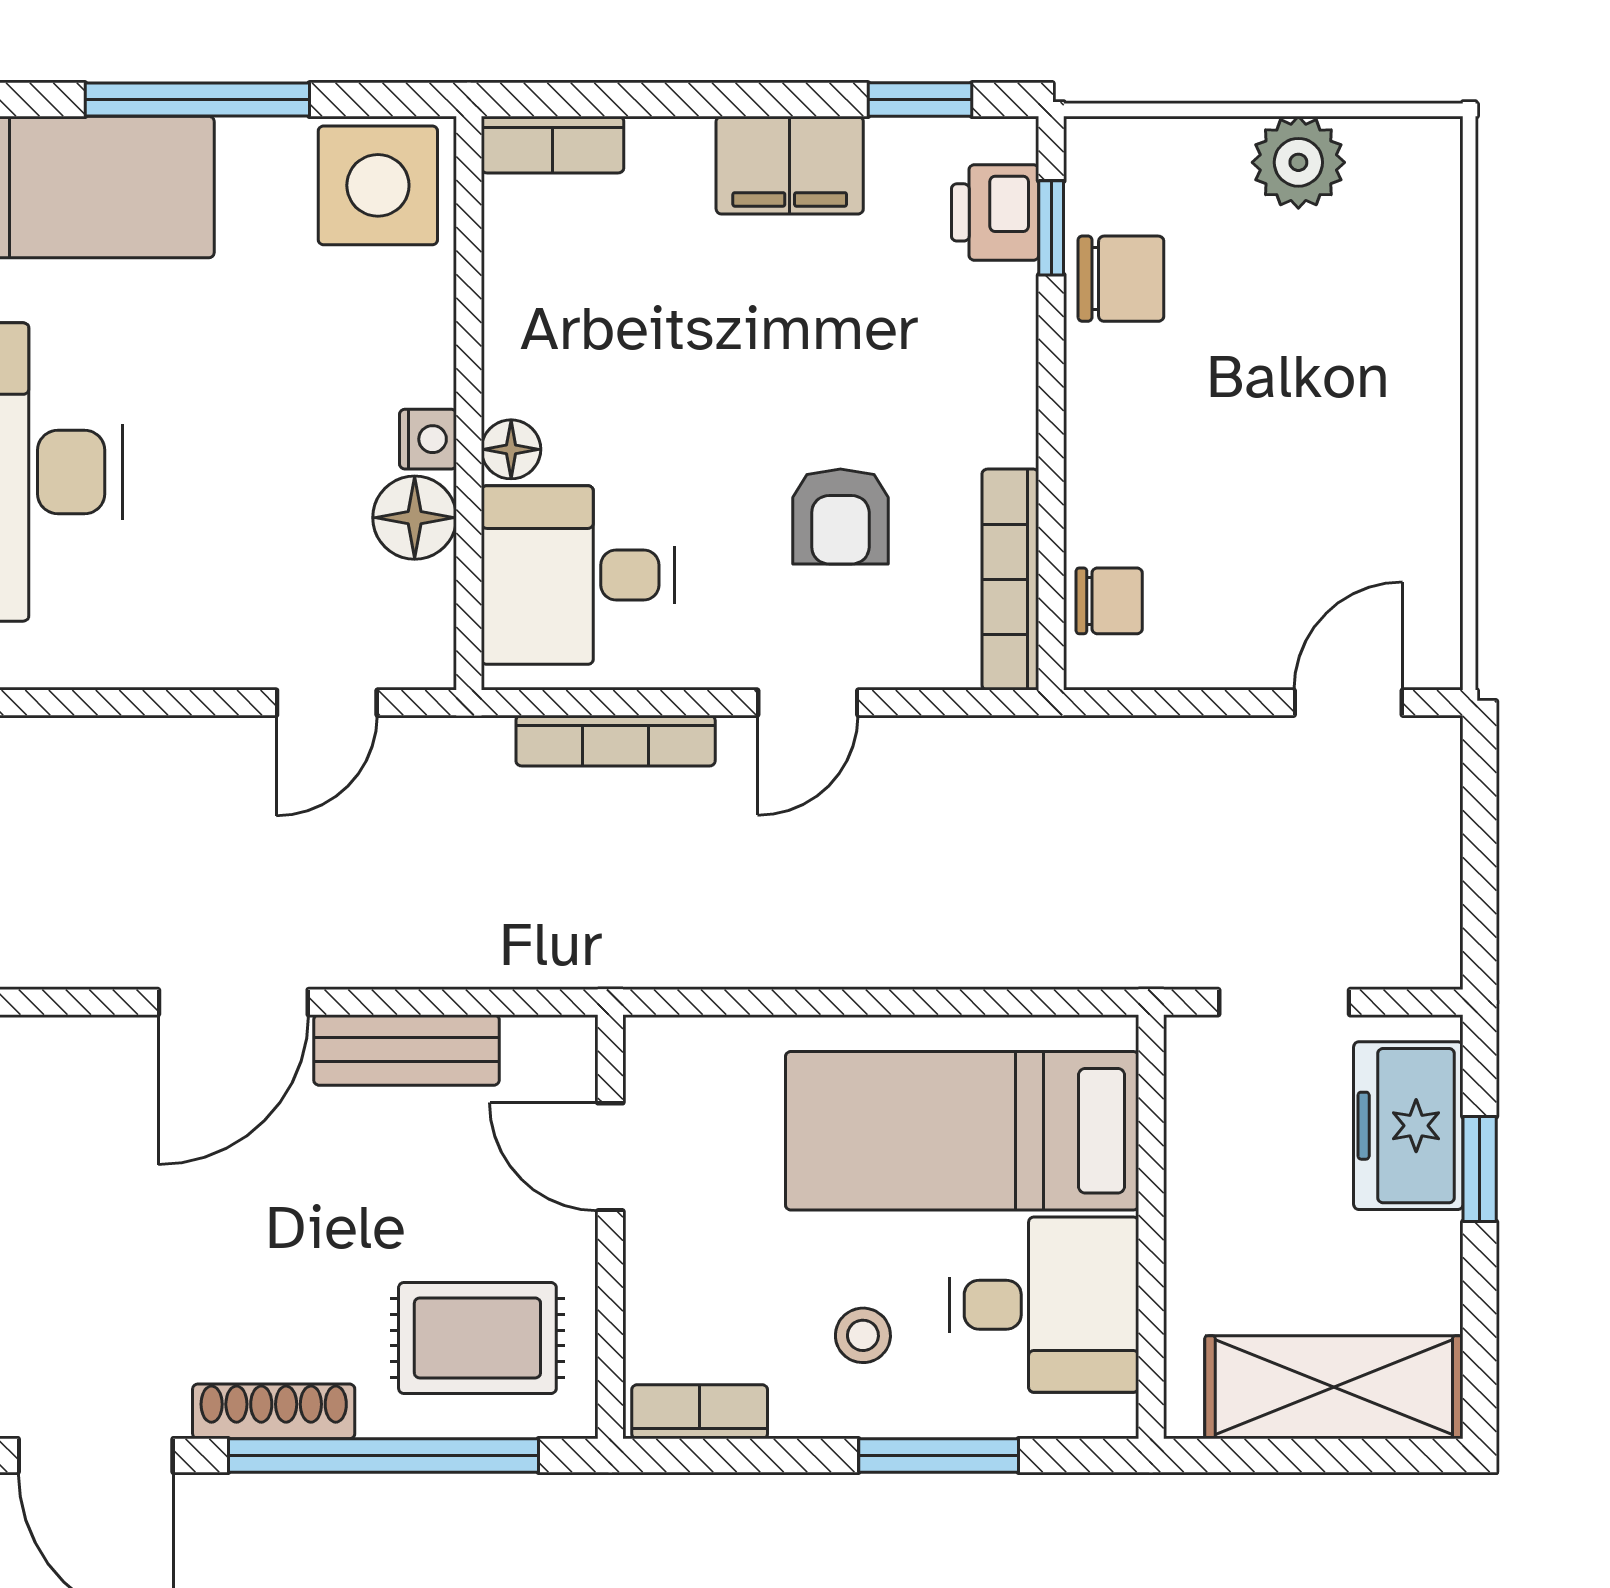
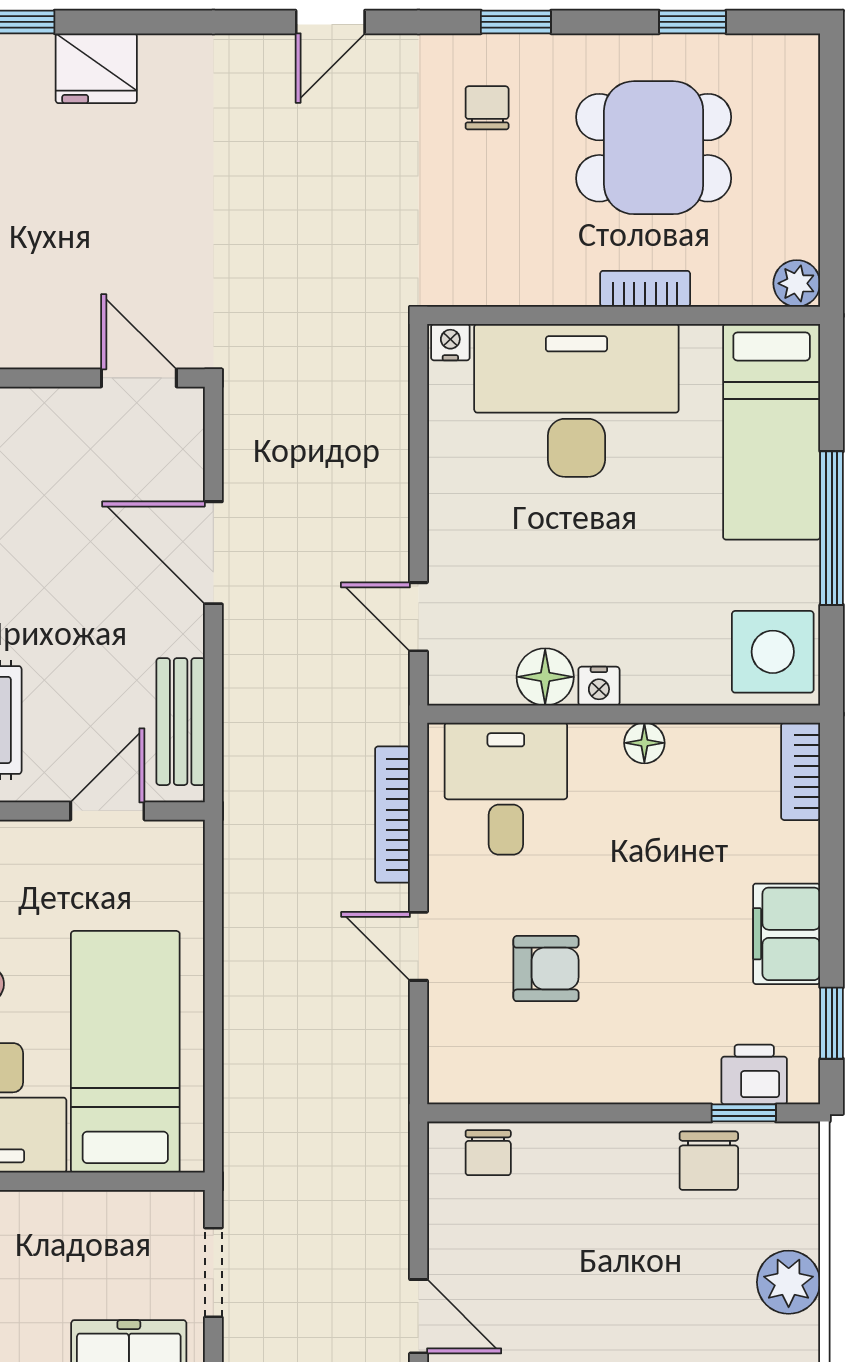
floor lamp: (511, 449) -> (644, 743), moved
armchair: (840, 516) -> (546, 969), turned 180
bookcase: (1010, 580) -> (503, 1085), removed
bench: (406, 1050) -> (181, 722), moved

